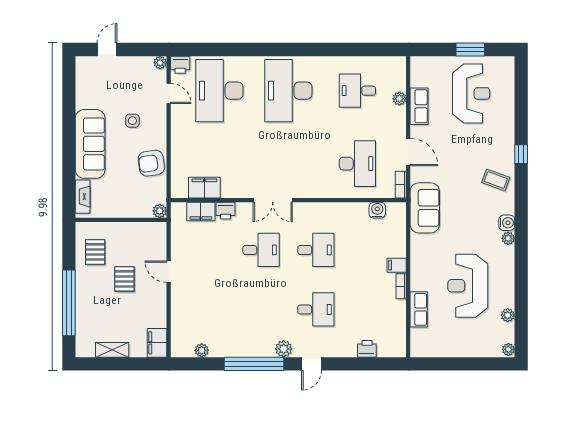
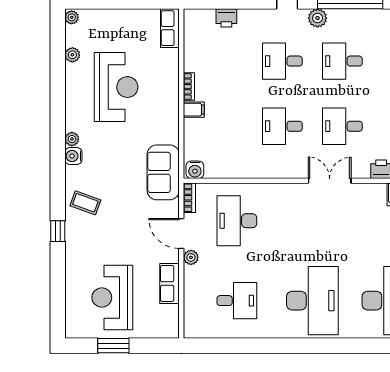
plant: (399, 99) -> (191, 257), moved
water cooler: (377, 210) -> (195, 170), moved
desk: (261, 309) -> (342, 61), added
row of seats: (419, 309) -> (170, 28), moved

